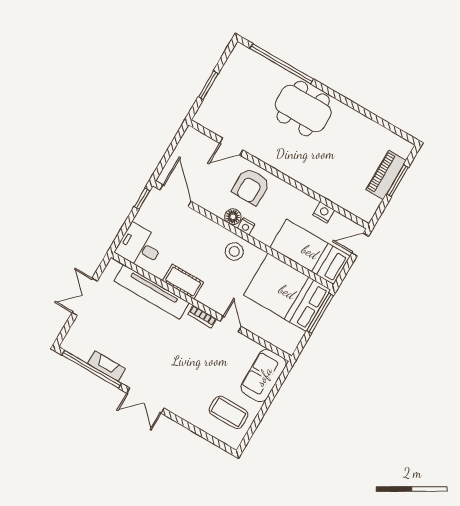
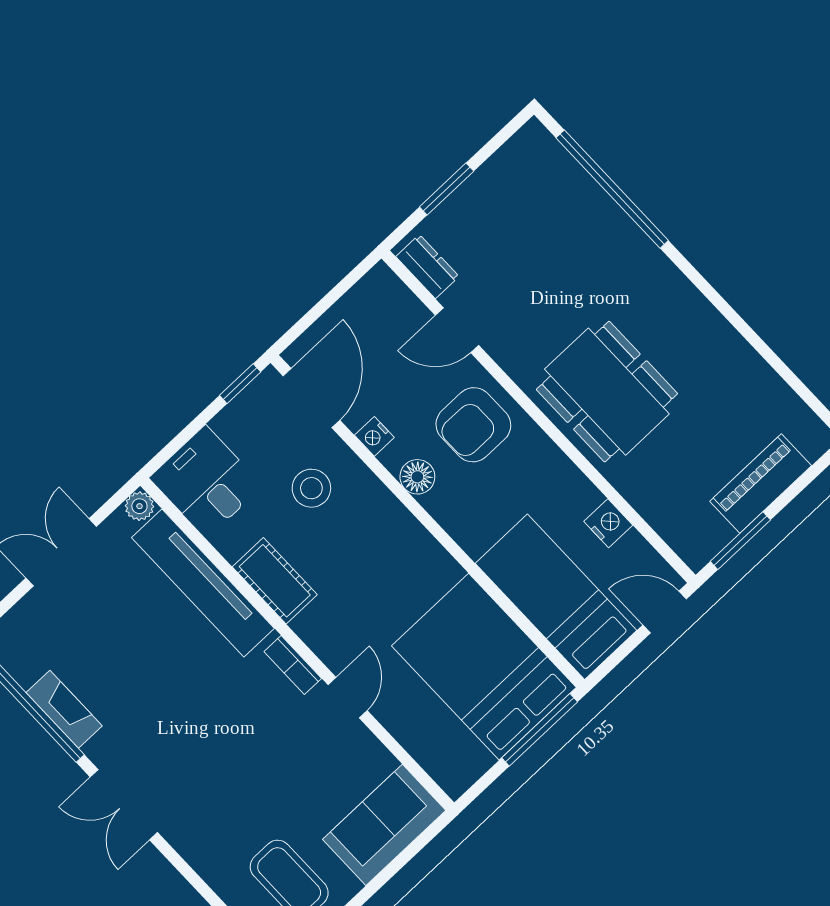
dining table: (303, 108) -> (607, 392), moved
dresser: (210, 122) -> (427, 267), added
window: (397, 181) -> (740, 541), moved
nightstand: (246, 226) -> (374, 436), moved
stool: (234, 251) -> (311, 488), moved
plant: (113, 266) -> (139, 506), added

